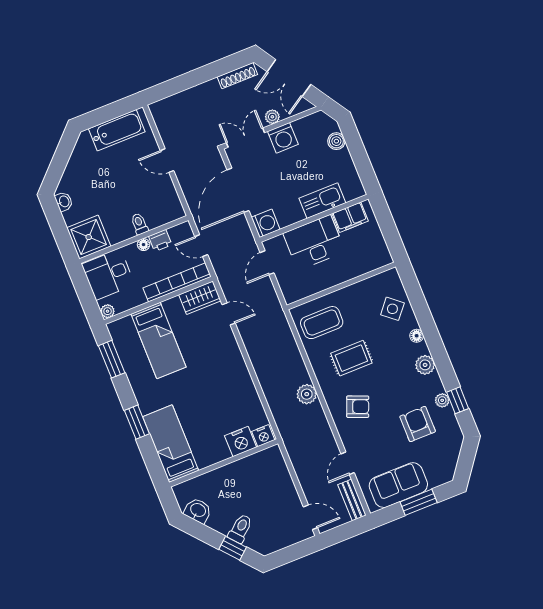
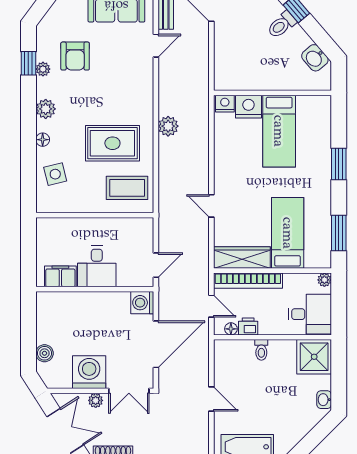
washing machine: (283, 138) -> (89, 372), width x1.37, depth x1.37
kitchen sink: (322, 201) -> (80, 303), removed
desk: (314, 242) -> (97, 266), width x0.73
floor lamp: (144, 245) -> (231, 329), moved
wardrobe: (200, 298) -> (242, 257), width x1.50
side table: (392, 309) -> (55, 174), turned 36
door: (229, 314) -> (211, 206), moved
rug: (351, 358) -> (112, 143), width x1.36, depth x1.43
armchair: (358, 407) -> (125, 95), removed
bed: (171, 444) -> (279, 131), moved

